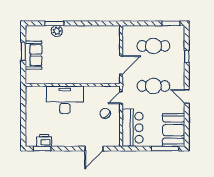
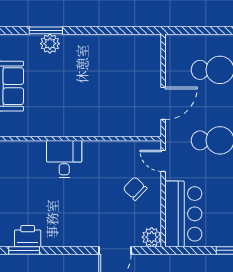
door: (121, 98) -> (163, 161), hinge flipped
desk: (65, 100) -> (64, 159), width x0.53, depth x0.77
plant: (115, 141) -> (152, 237), added

